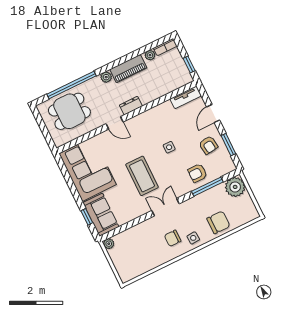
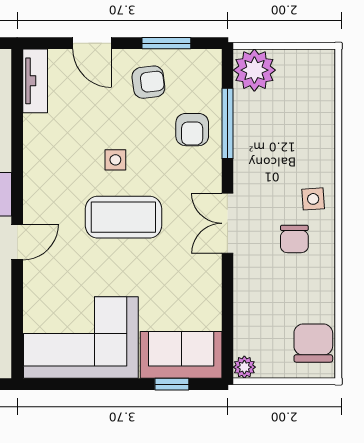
coffee table: (142, 176) -> (123, 217), moved
chair: (218, 222) -> (313, 343), moved

